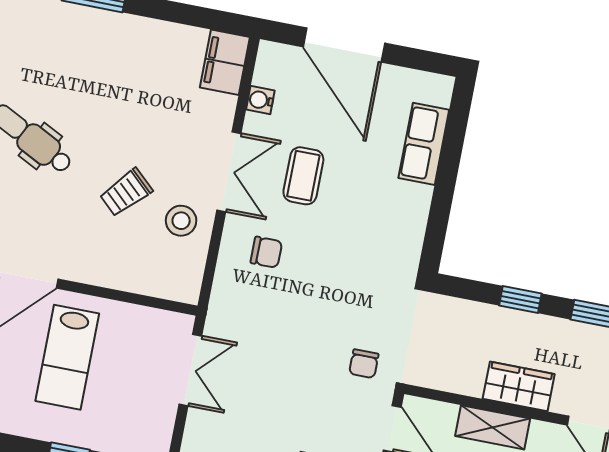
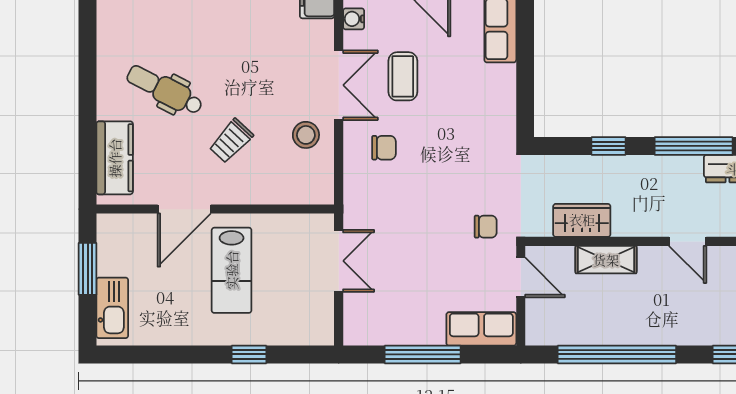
trolley: (126, 192) -> (231, 141), moved
chair: (364, 364) -> (486, 227), turned -90
wardrobe: (519, 386) -> (582, 220), moved

